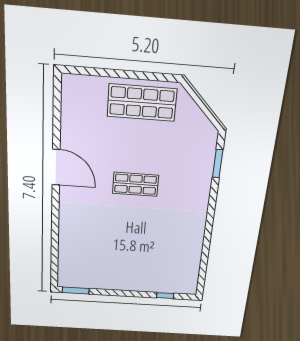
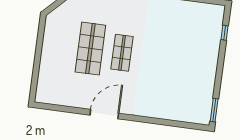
shop shelf: (142, 103) -> (90, 49), moved

